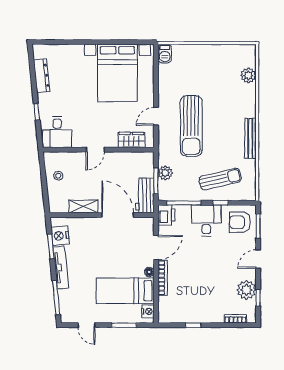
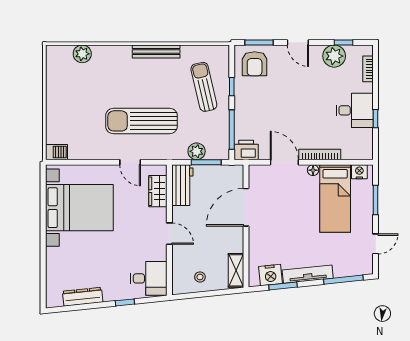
sun lounger: (191, 126) -> (142, 121), turned 180
workbench: (145, 195) -> (182, 185), moved, turned -90
shelving: (83, 206) -> (236, 270), moved
desk: (206, 221) -> (355, 110), moved, turned 180

